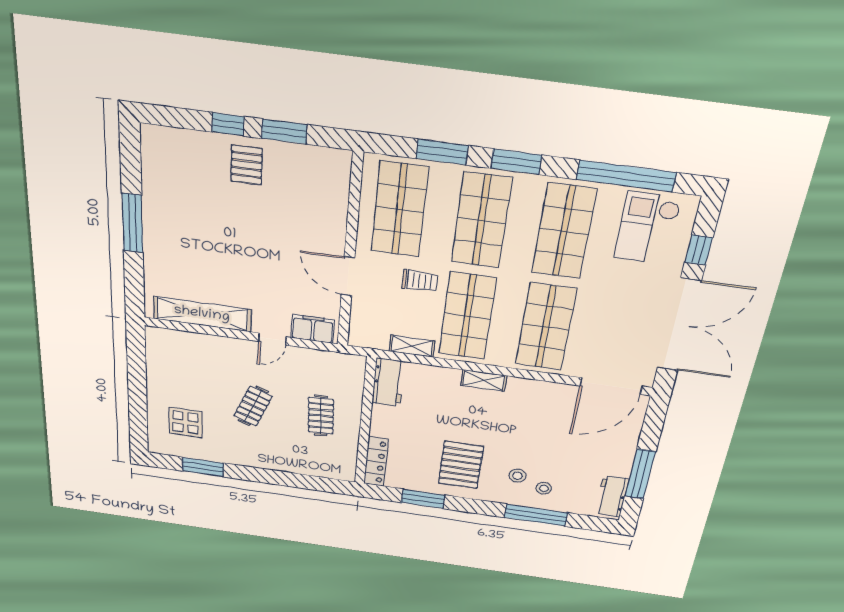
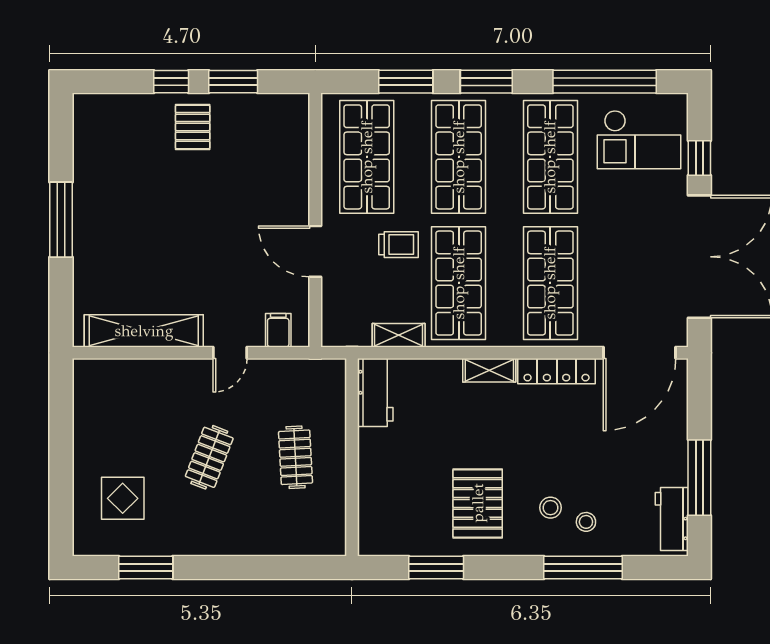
checkout: (647, 228) -> (639, 140), turned -90
filing cabinet: (313, 329) -> (278, 330), width x0.50
locker: (376, 462) -> (557, 371), moved, turned 90

